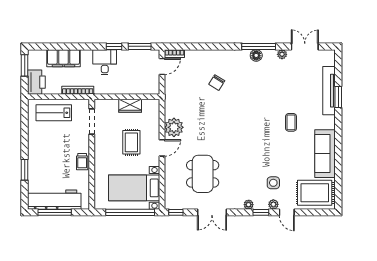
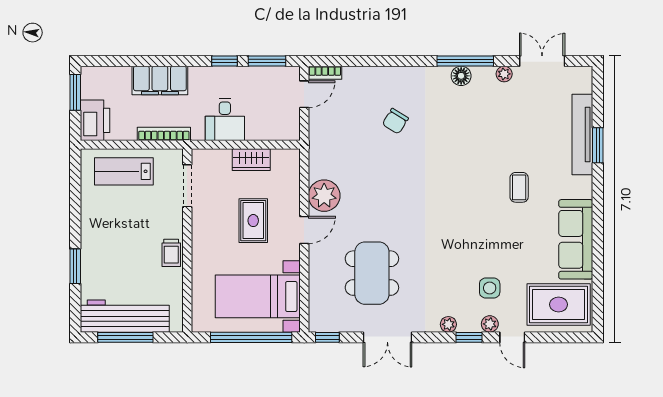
filing cabinet: (63, 58) -> (160, 80), moved
desk: (105, 62) -> (225, 120), moved, turned 180

